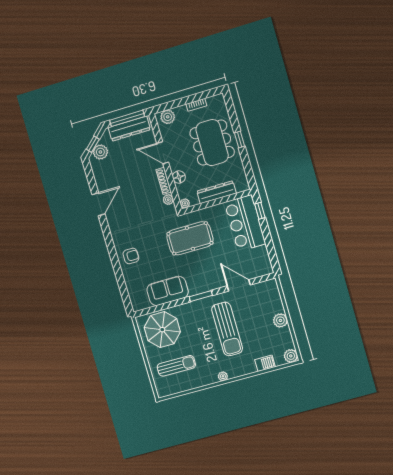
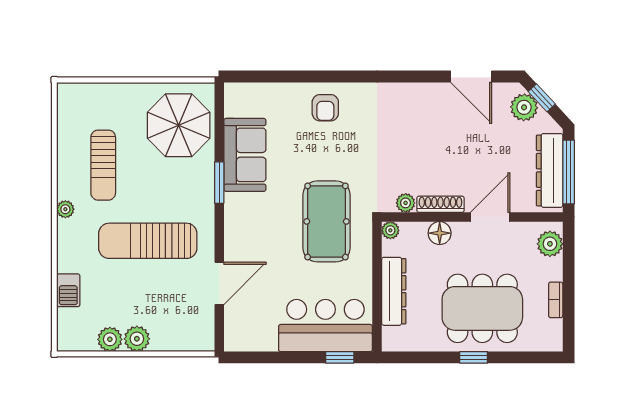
door: (98, 204) -> (471, 76), moved
window: (201, 296) -> (219, 183), moved
plant: (291, 356) -> (110, 339), moved
sun lounger: (176, 366) -> (103, 165), moved

